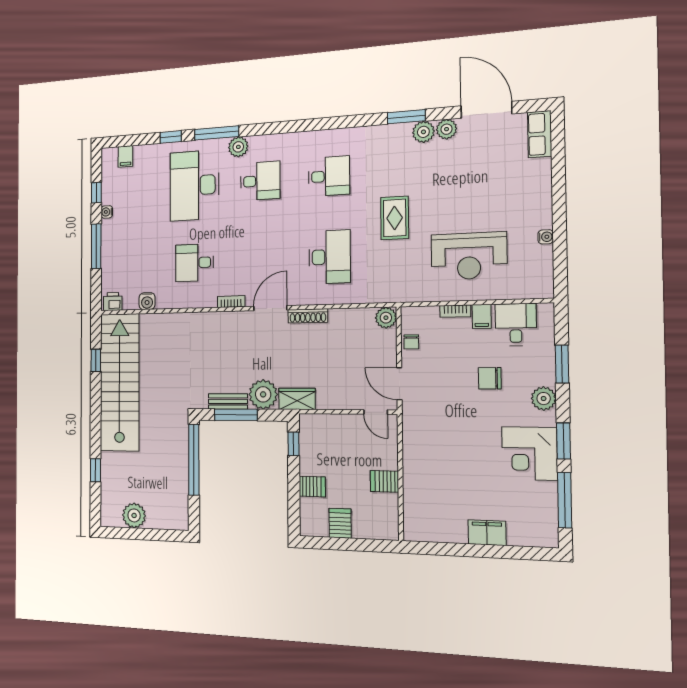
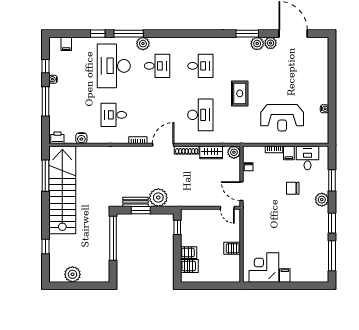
row of seats: (540, 134) -> (322, 50), removed
window: (96, 360) -> (45, 176), width x2.17
wardrobe: (297, 399) -> (211, 152), moved, turned 180
window: (236, 415) -> (141, 210), width x0.69
corner desk: (529, 453) -> (264, 268), moved, turned 90
server rack: (340, 523) -> (189, 266), moved, turned 90
filing cabinet: (487, 533) -> (285, 275), width x0.50

